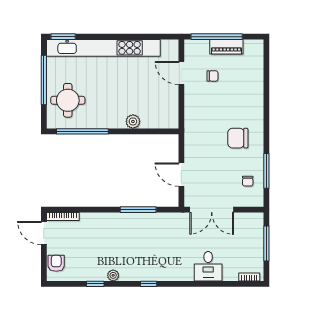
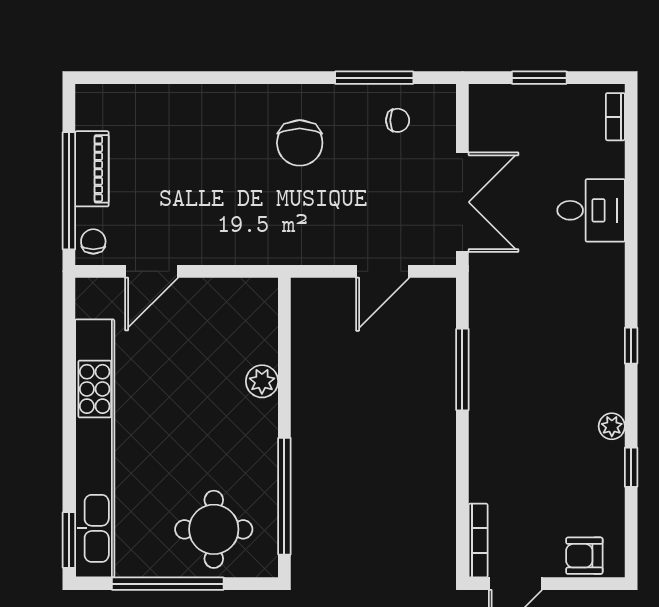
chair: (212, 76) -> (93, 241), moved
window: (266, 243) -> (539, 78), width x0.69

